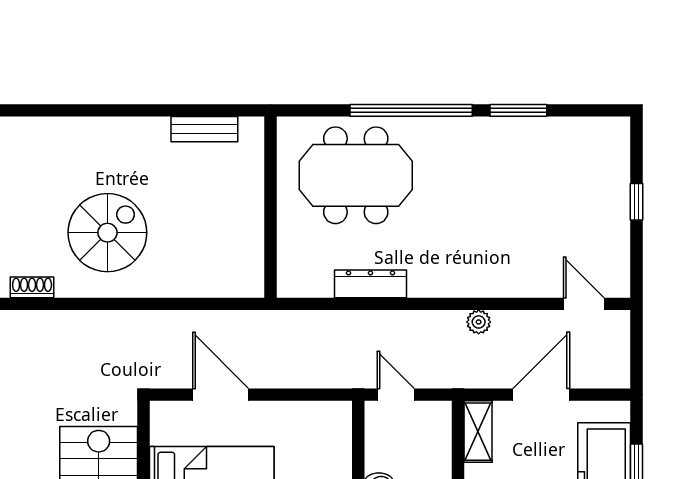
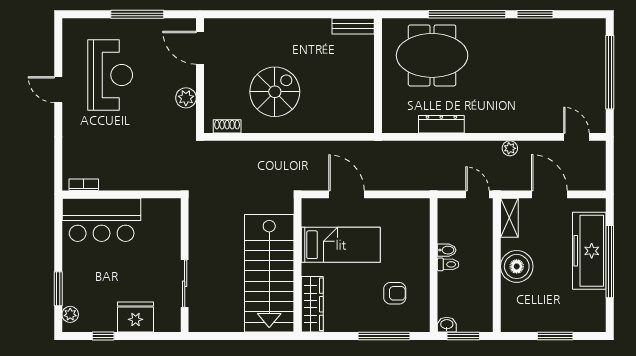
bench: (204, 129) -> (353, 26), moved
window: (637, 202) -> (610, 72), width x3.17
door: (396, 395) -> (477, 194), moved
door: (541, 395) -> (549, 194), hinge flipped

